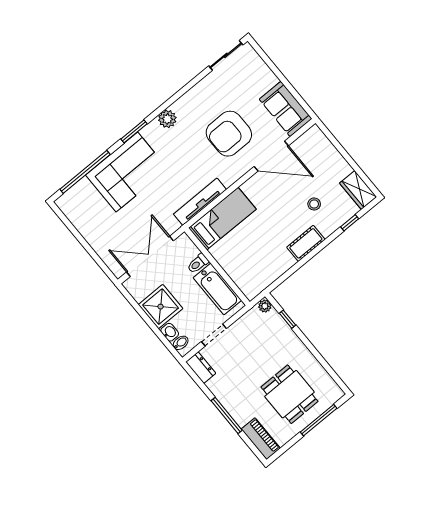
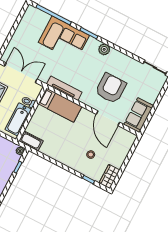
armchair: (229, 134) -> (111, 88), turned 90
cot: (306, 243) -> (31, 141), moved

